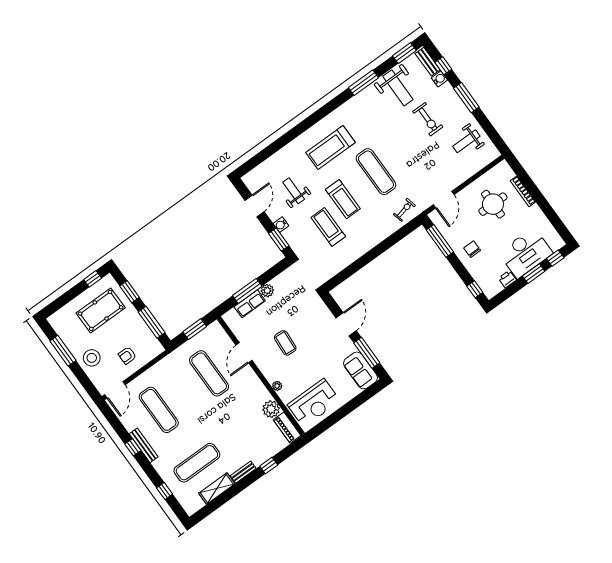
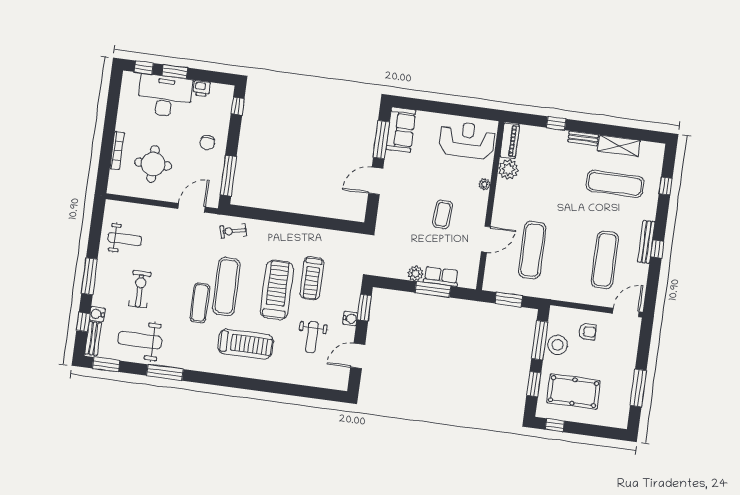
weight bench: (398, 88) -> (140, 340), turned -90
exercise mat: (383, 146) -> (200, 303), added
treadmill: (343, 199) -> (277, 290), width x1.37, depth x1.38
stool: (92, 358) -> (558, 345), moved

